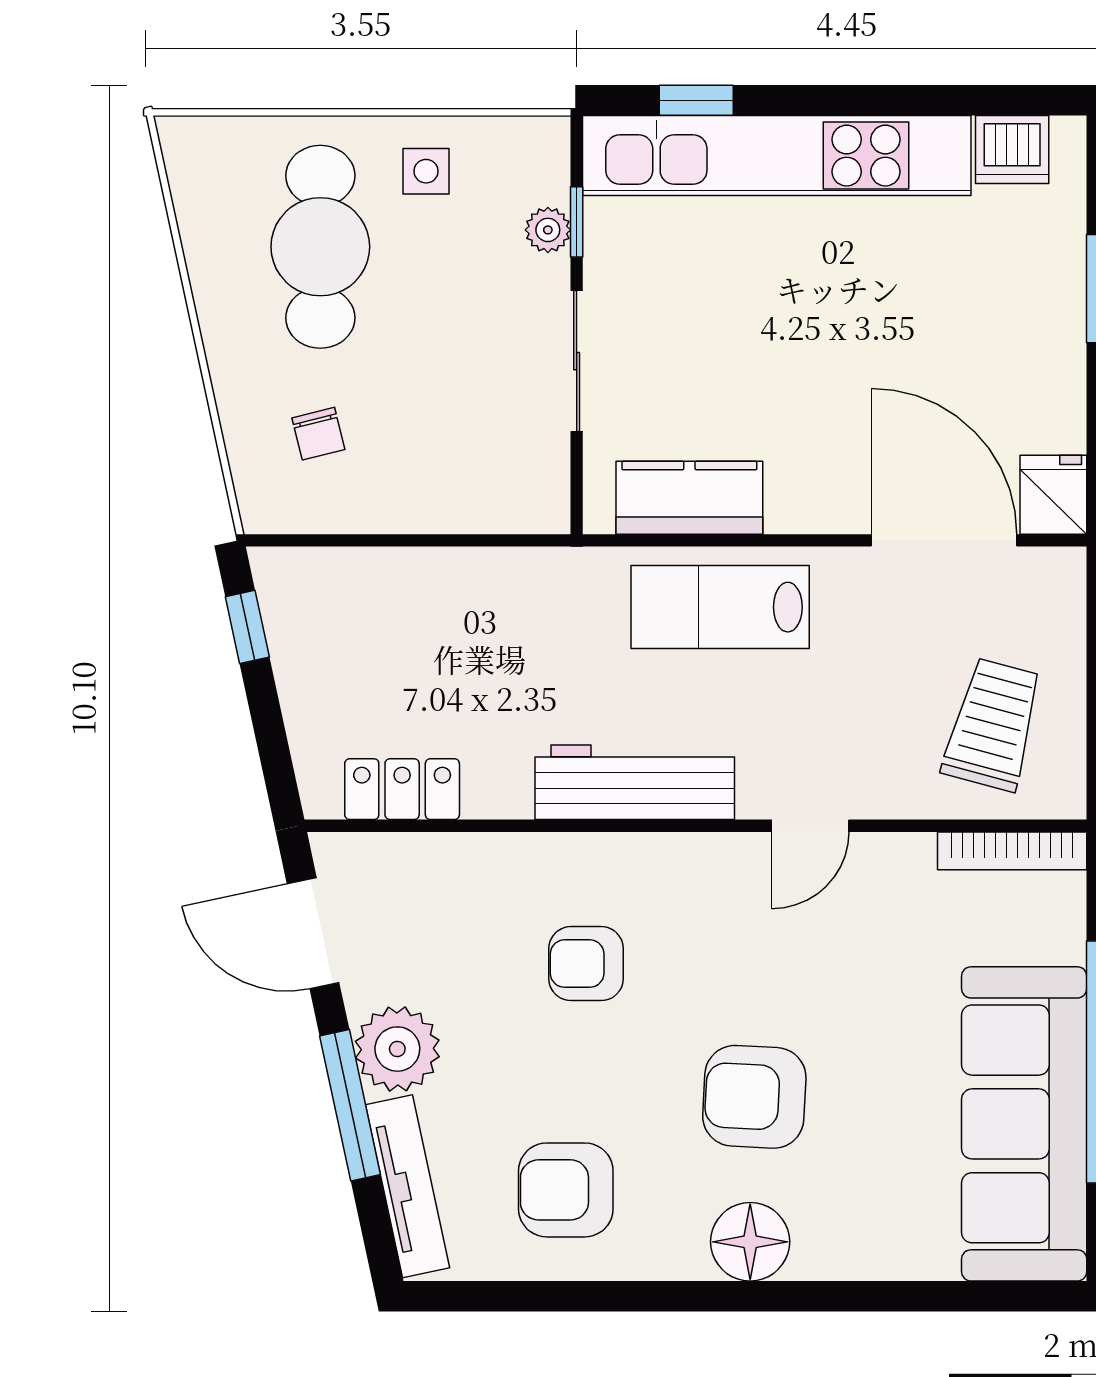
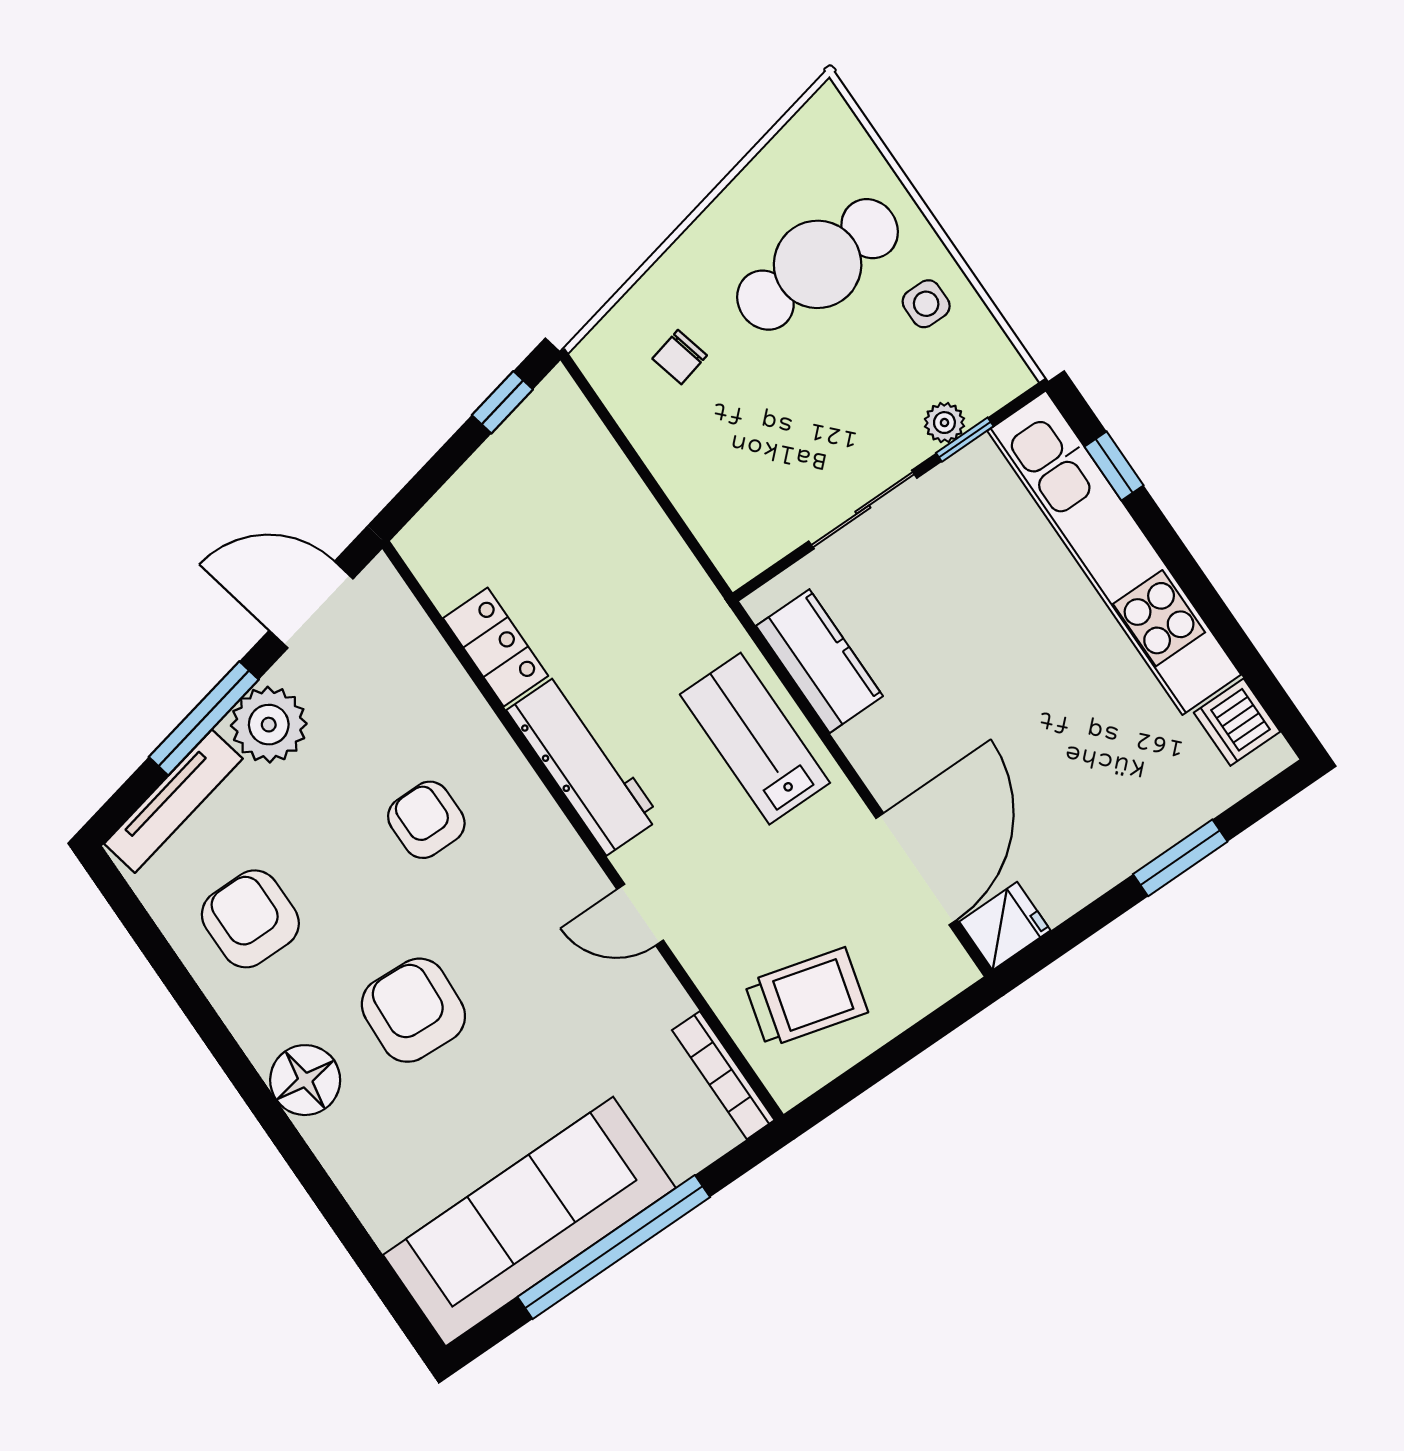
locker: (402, 789) -> (496, 647), moved
door: (313, 933) -> (311, 605), hinge flipped

